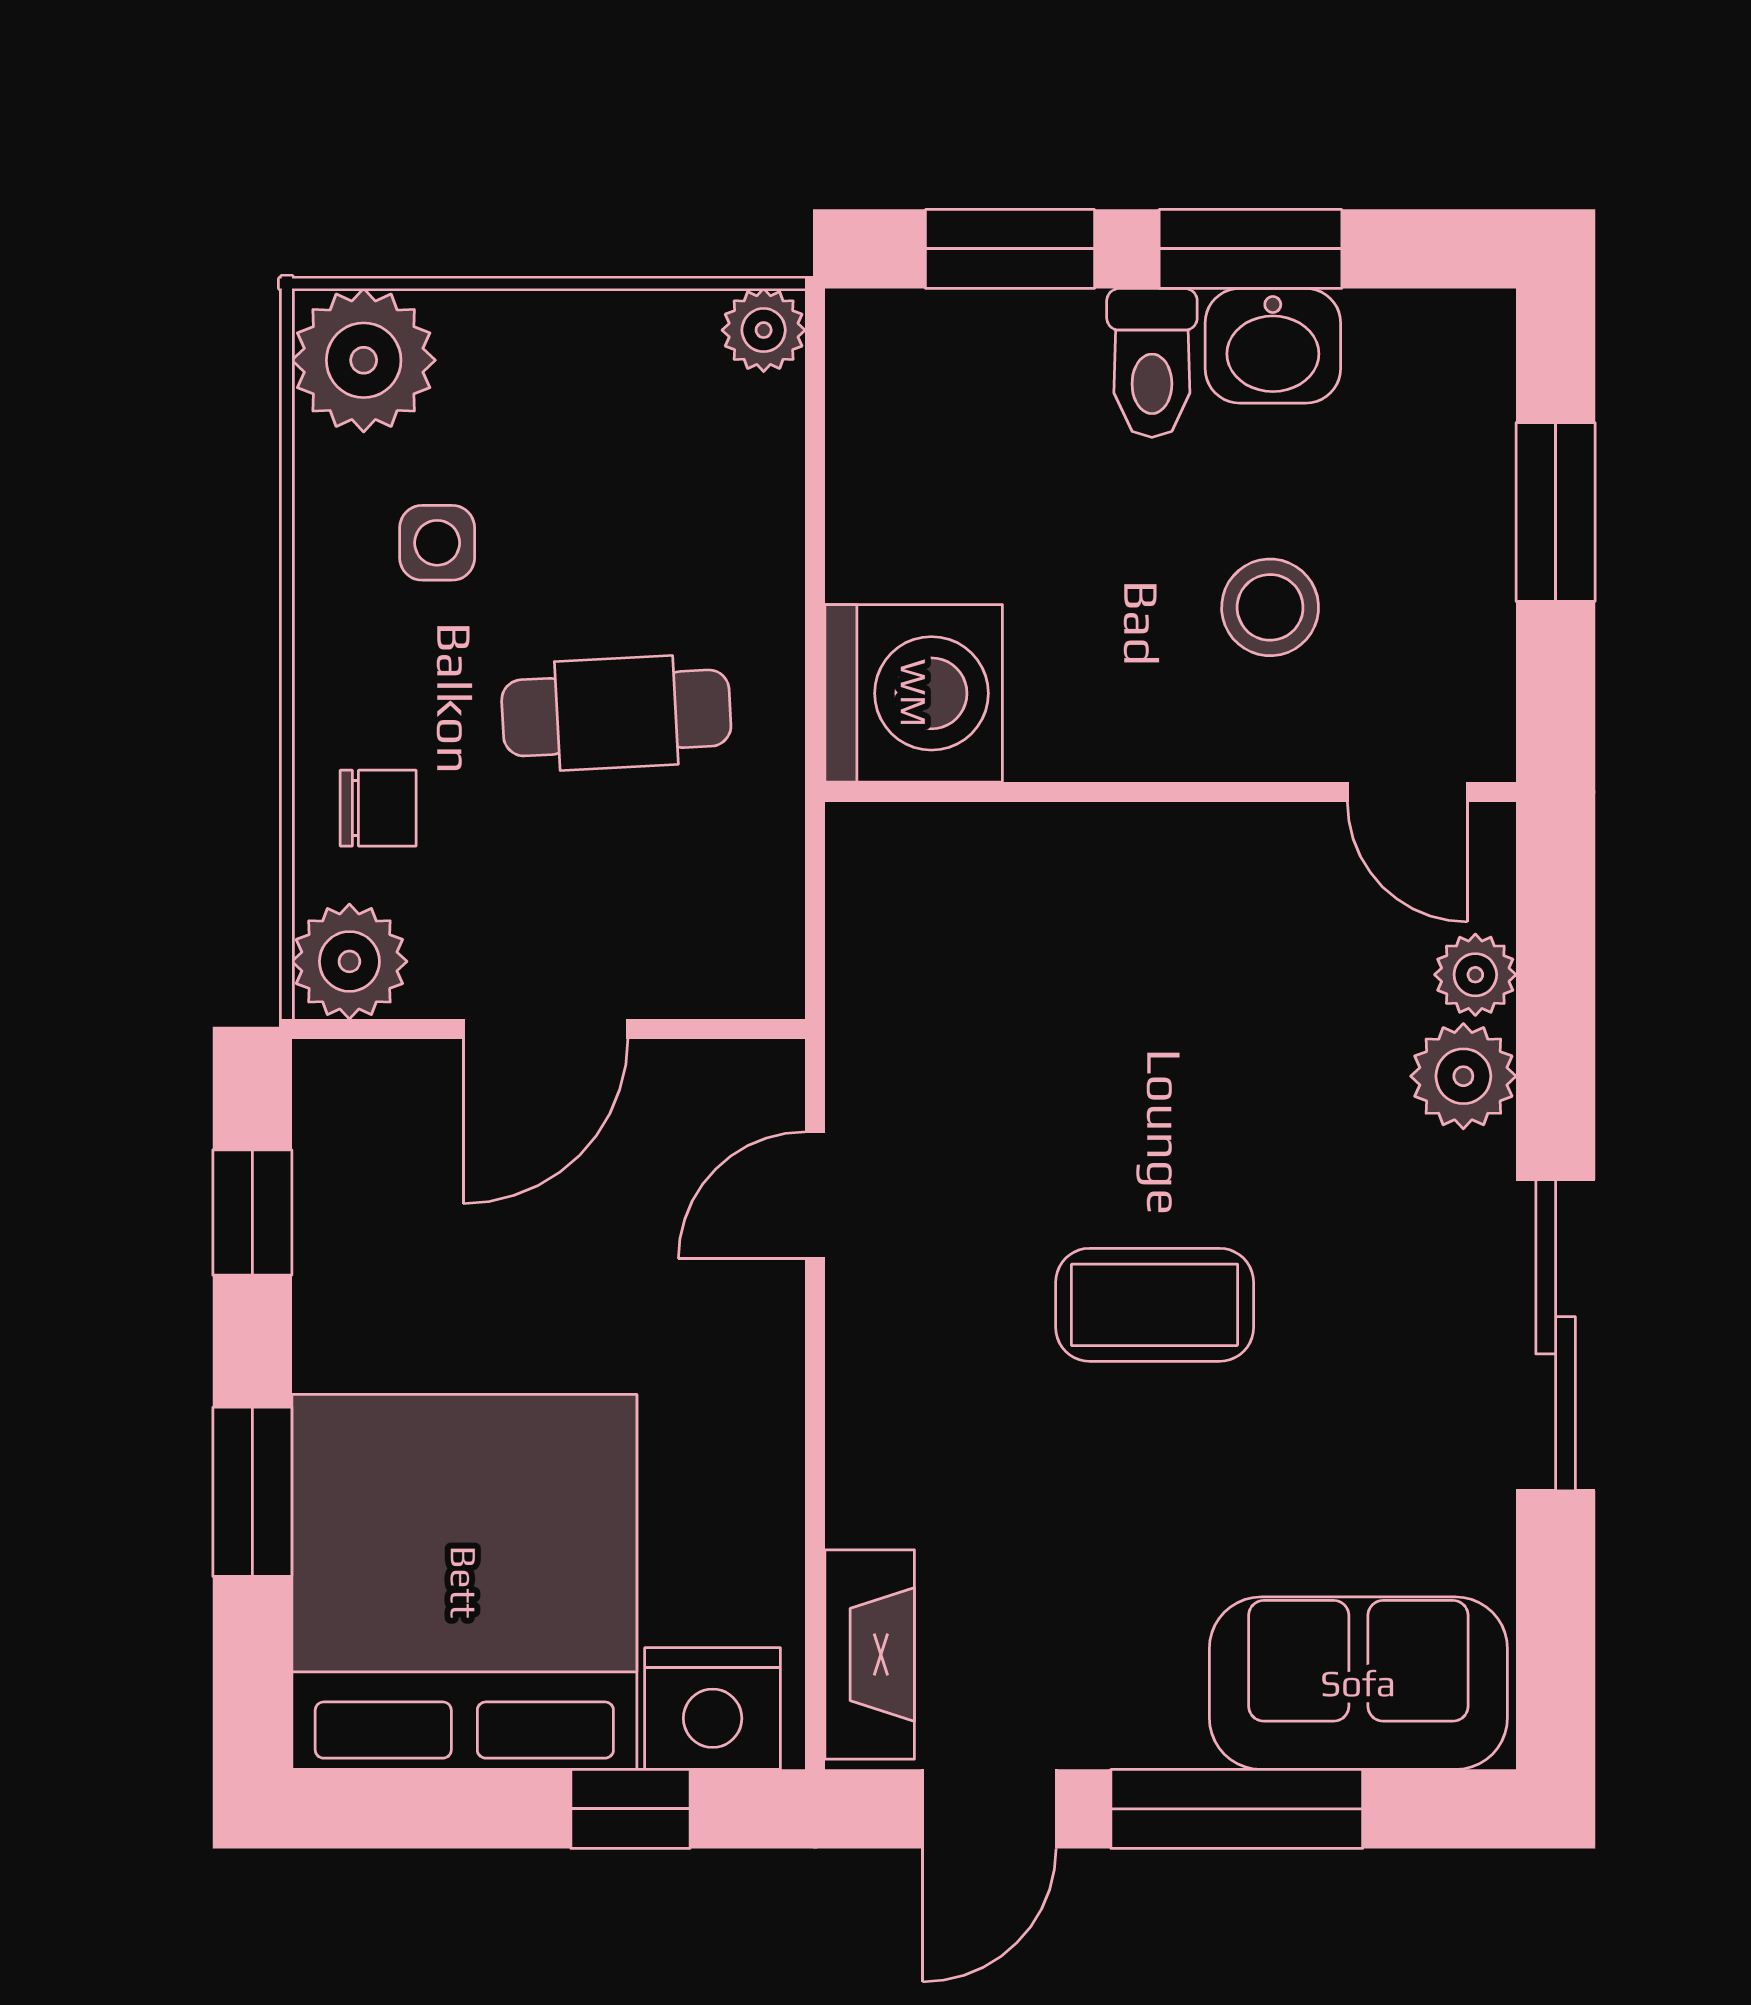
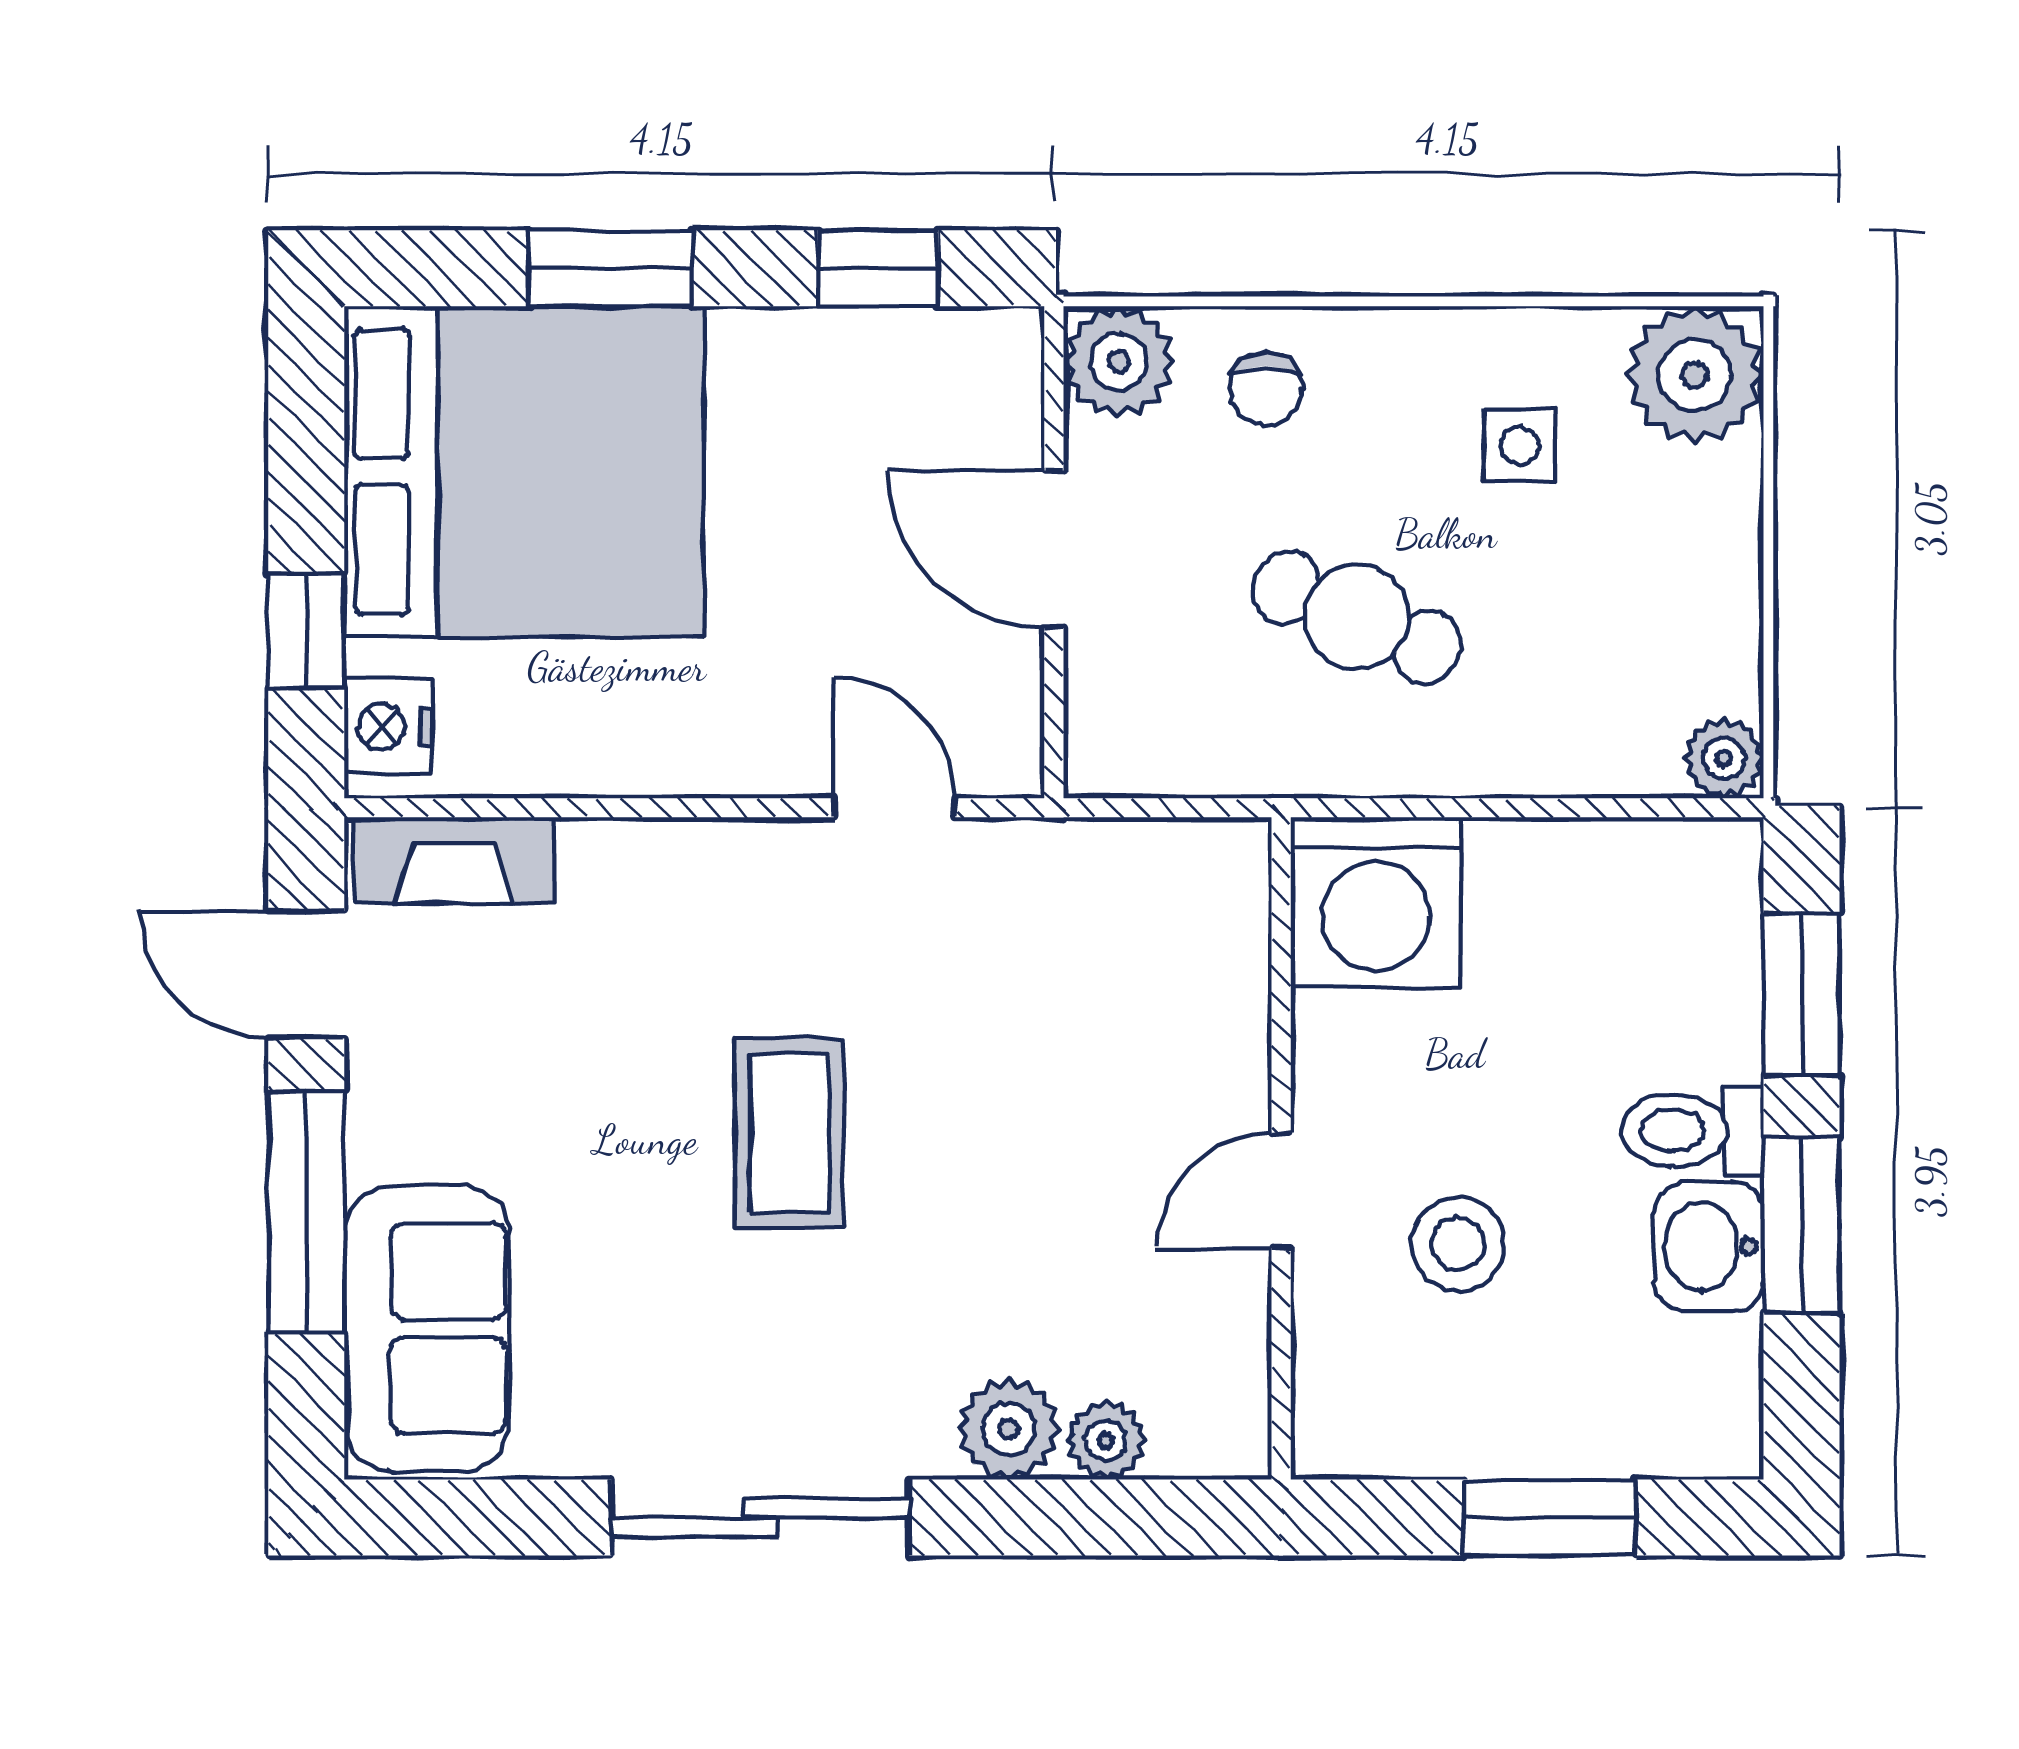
cafe table: (616, 713) -> (1357, 617), turned -64
door: (1407, 792) -> (1281, 1191), moved
nightstand: (713, 1709) -> (388, 727), width x0.74, depth x0.75

